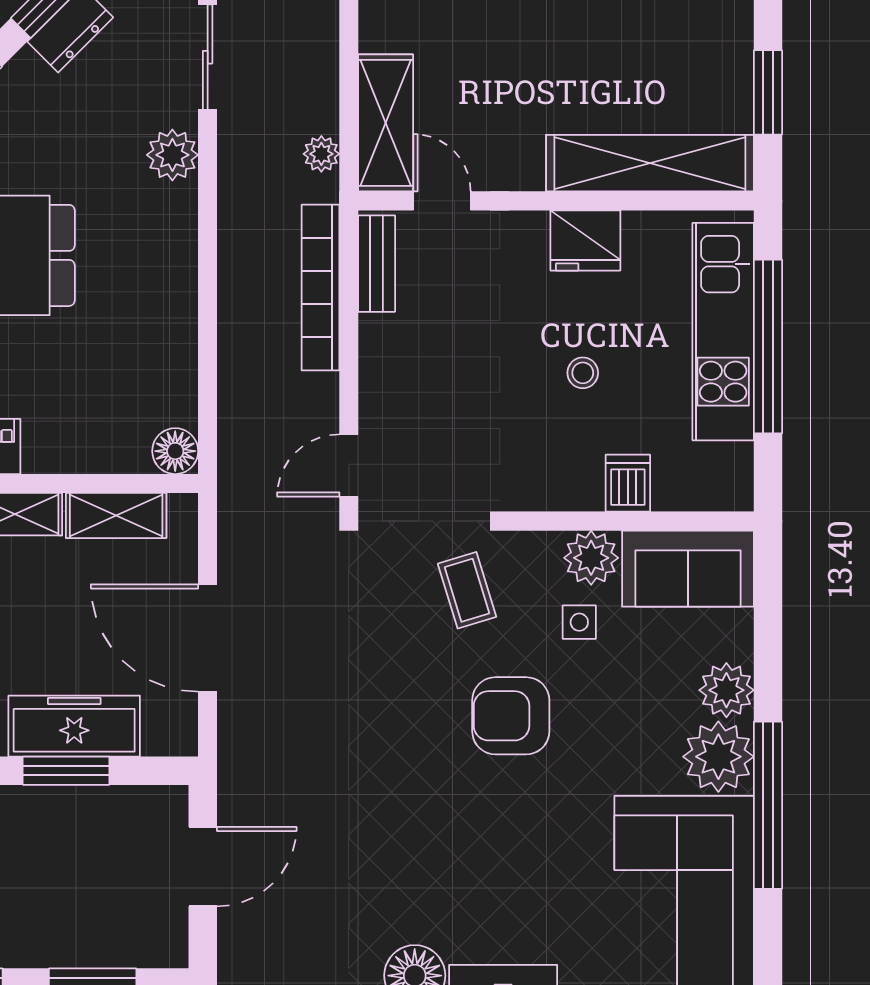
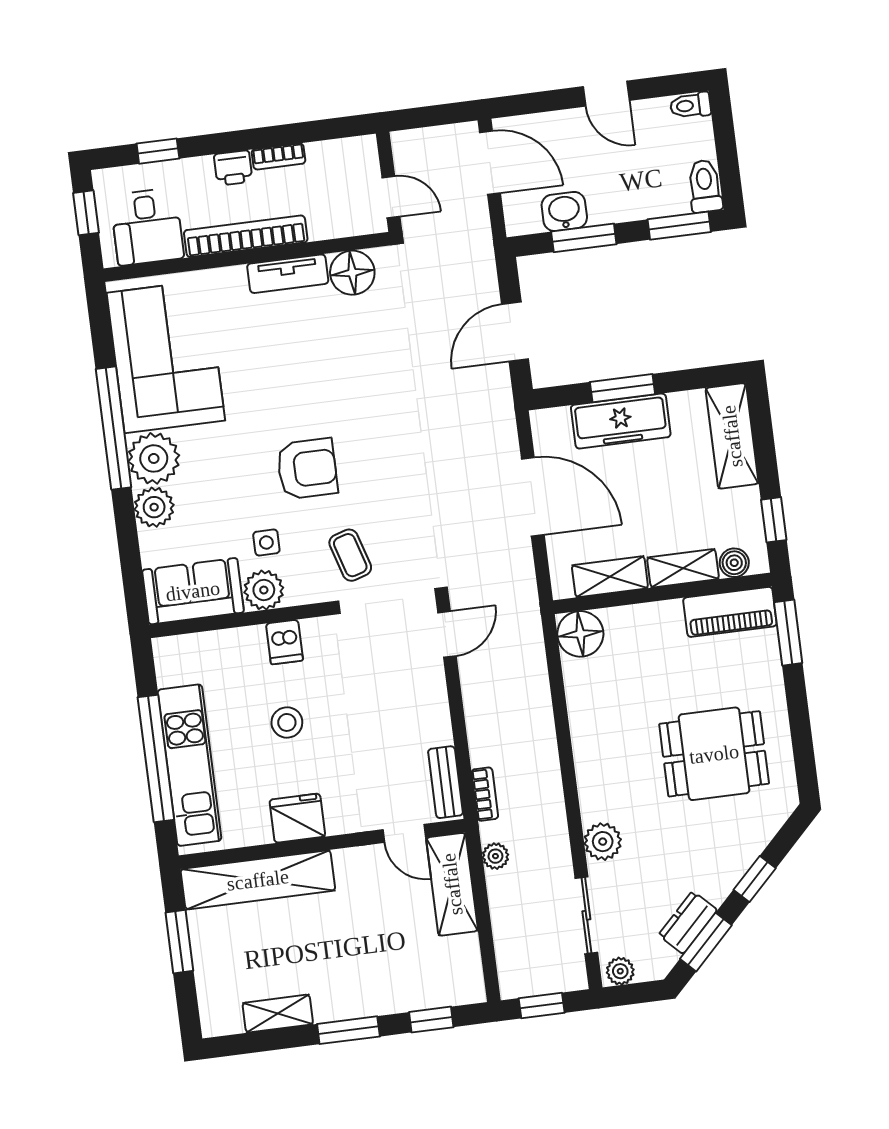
bookcase: (321, 287) -> (485, 794), width x0.43, depth x0.76
stool: (583, 373) -> (287, 722), width x1.37, depth x1.37
floor lamp: (175, 451) -> (580, 634), width x1.38, depth x1.38
dishwasher: (628, 483) -> (284, 642), moved

